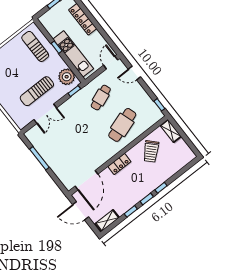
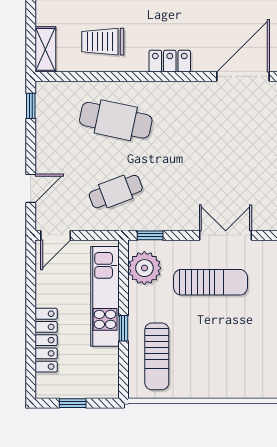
door: (134, 73) -> (31, 188), hinge flipped
cafe table: (122, 125) -> (116, 120), turned 30
trolley: (151, 151) -> (103, 42), turned -136

